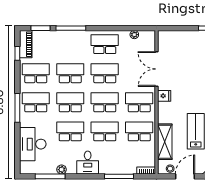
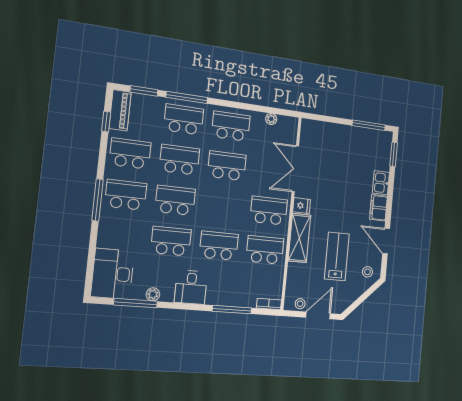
school desk: (105, 102) -> (184, 119), moved
shelving: (165, 142) -> (299, 238), moved
desk: (33, 144) -> (113, 274), moved

